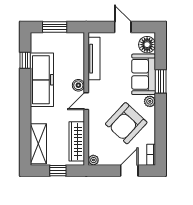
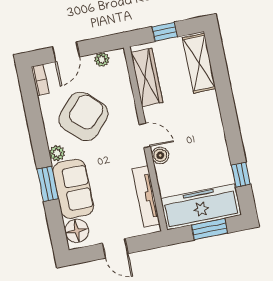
freezer: (42, 80) -> (201, 207), moved, turned 90
door: (86, 101) -> (145, 135), hinge flipped
plant: (93, 160) -> (102, 60), moved

